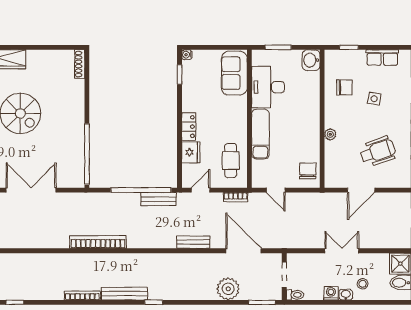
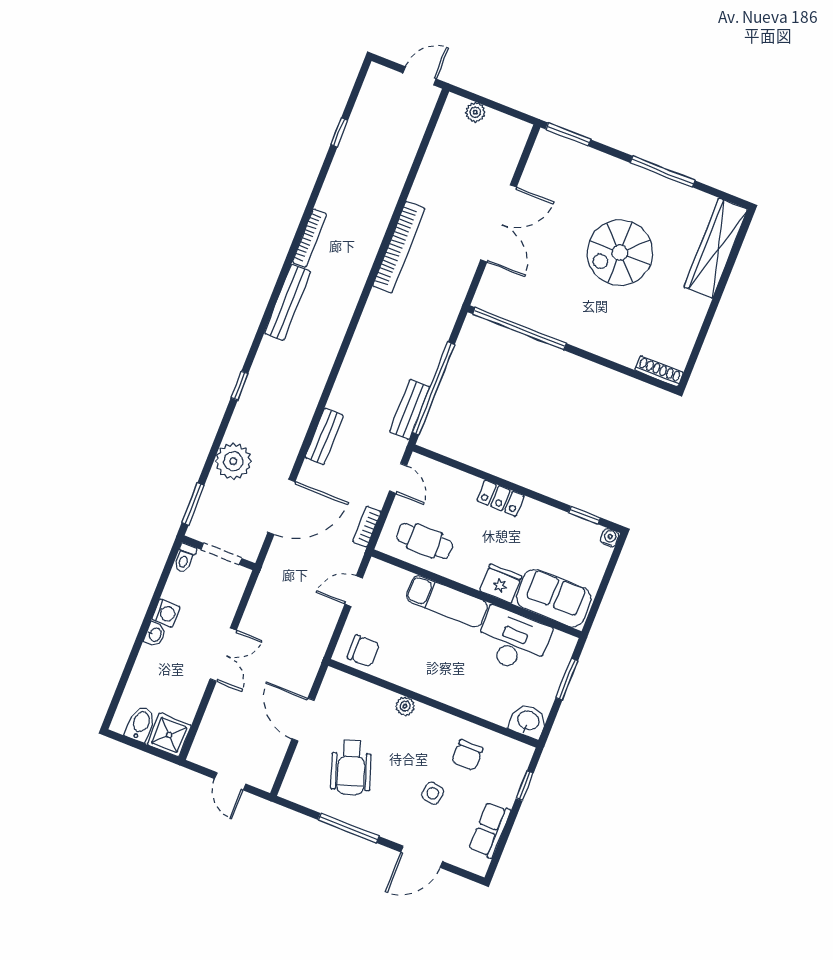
fridge: (191, 152) -> (501, 584), moved, turned 180
bookcase: (98, 242) -> (399, 247), moved
stool: (363, 284) -> (161, 666), removed
window: (154, 302) -> (240, 386), moved

